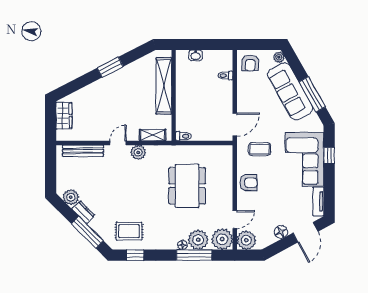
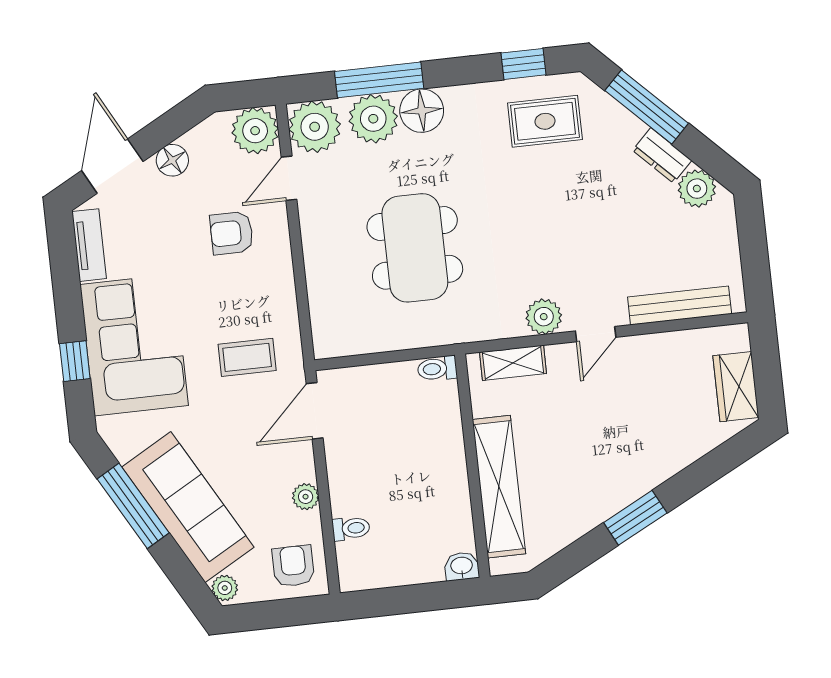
washbasin: (196, 55) -> (462, 566), moved
plant: (242, 90) -> (306, 497), added
armchair: (249, 183) -> (232, 233), moved
floor lamp: (182, 245) -> (422, 111), width x1.89, depth x1.89

